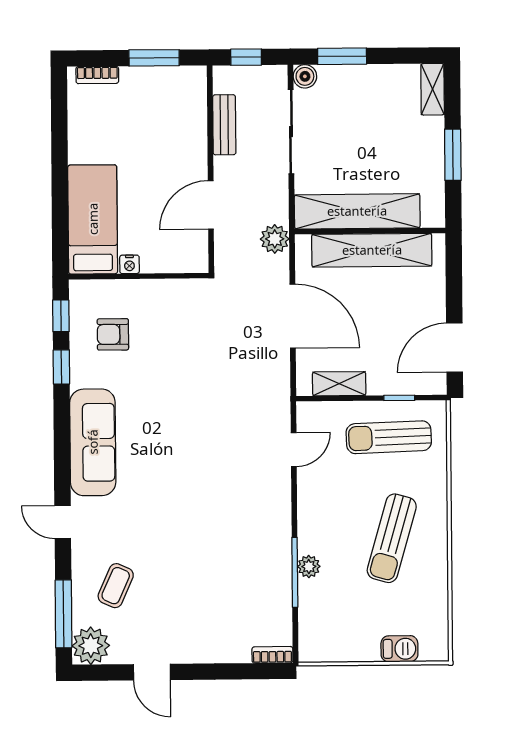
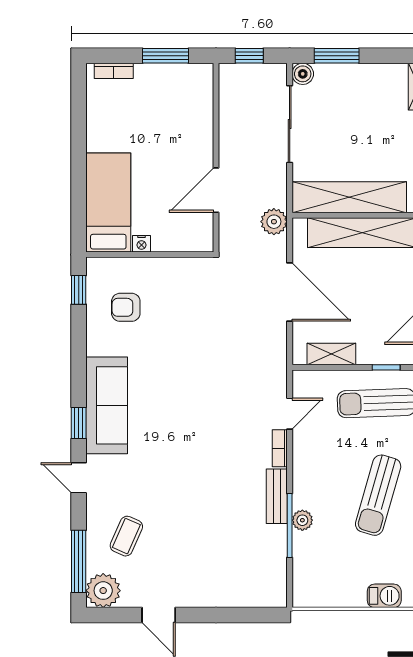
bench: (224, 125) -> (277, 496), moved
window: (61, 367) -> (79, 423), moved
bookcase: (272, 655) -> (280, 448), moved, turned -90

